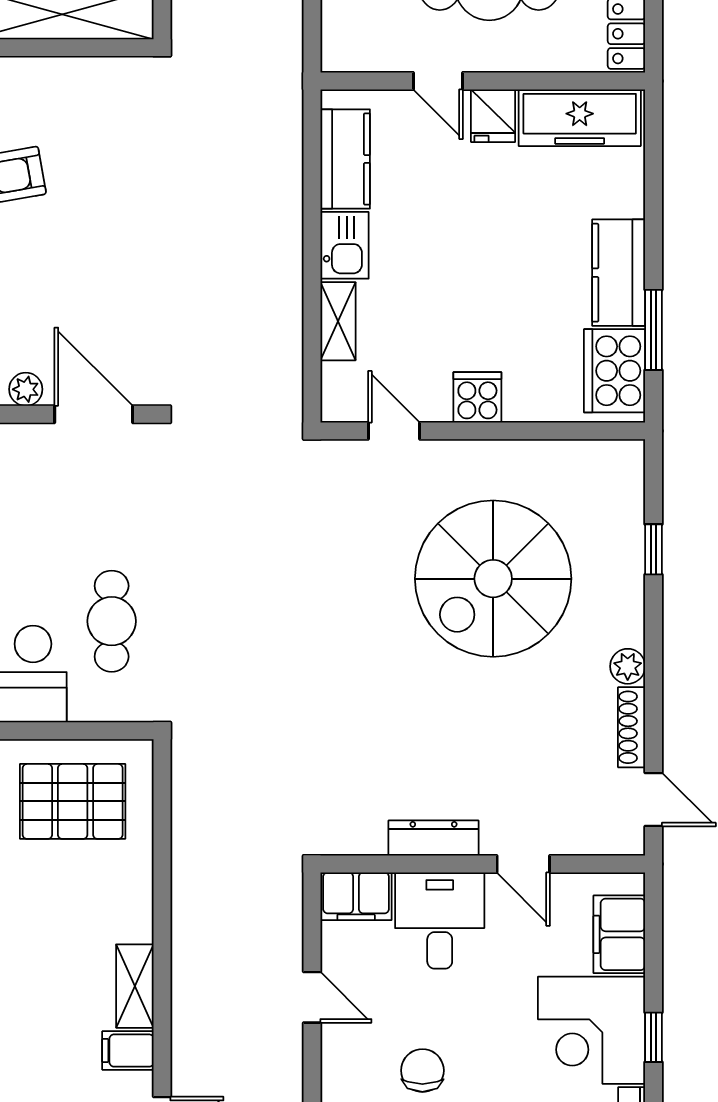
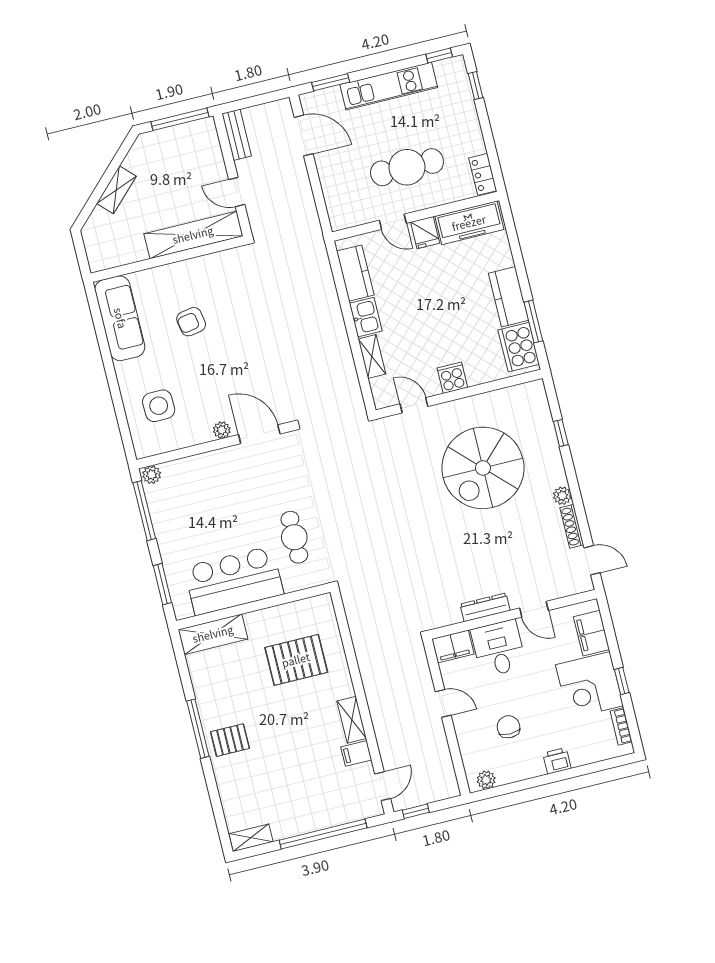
pallet: (73, 801) -> (296, 660), moved

